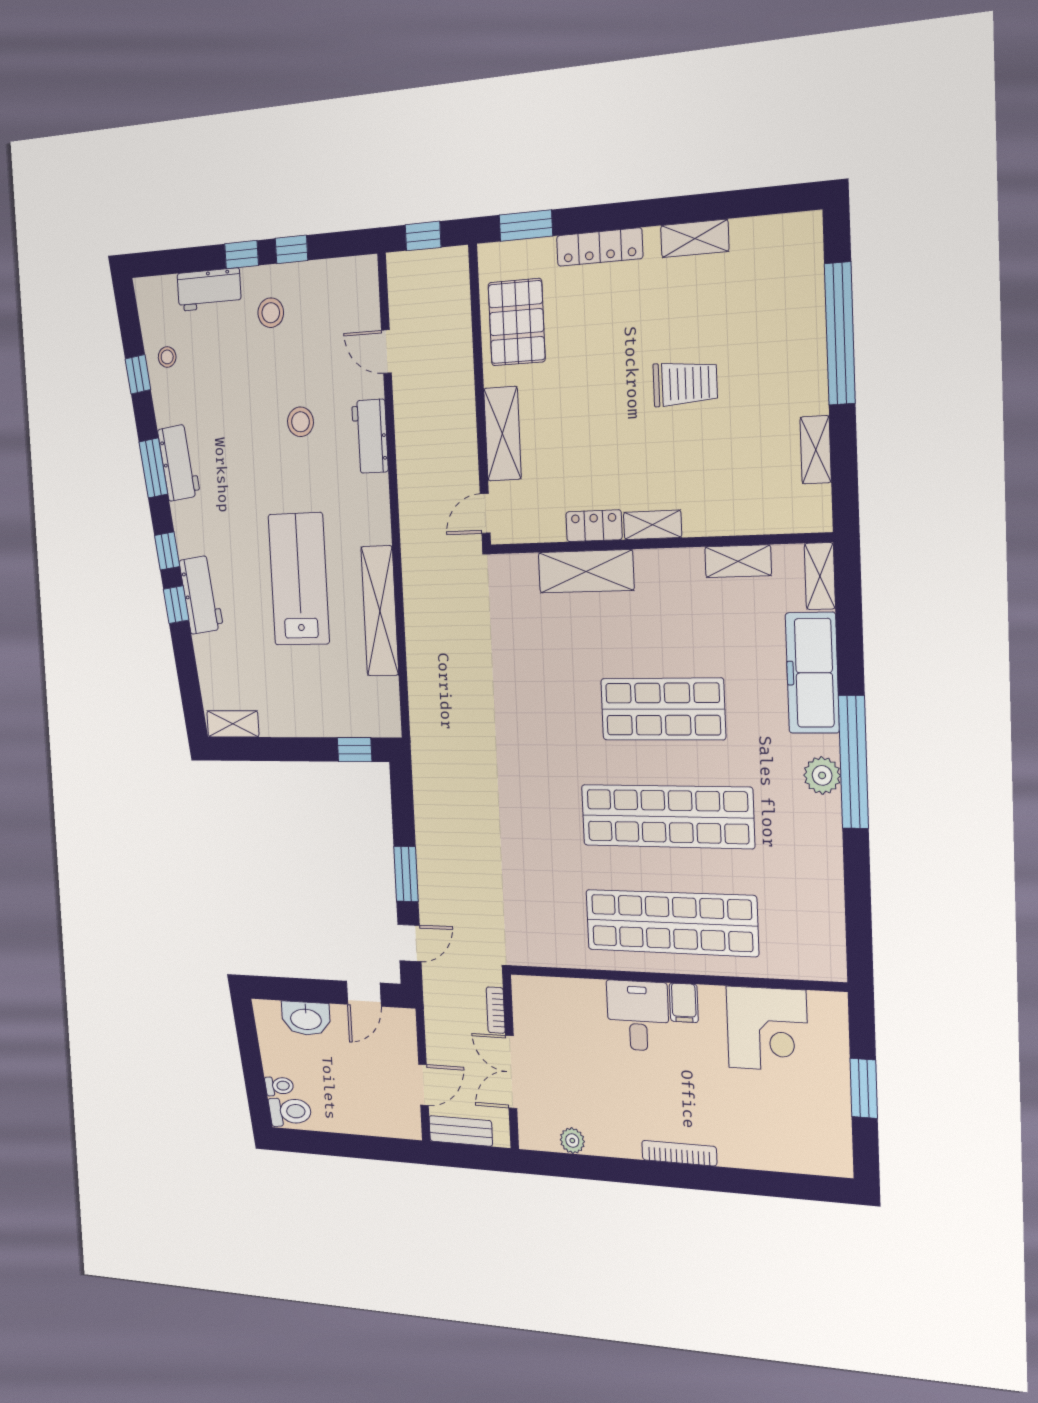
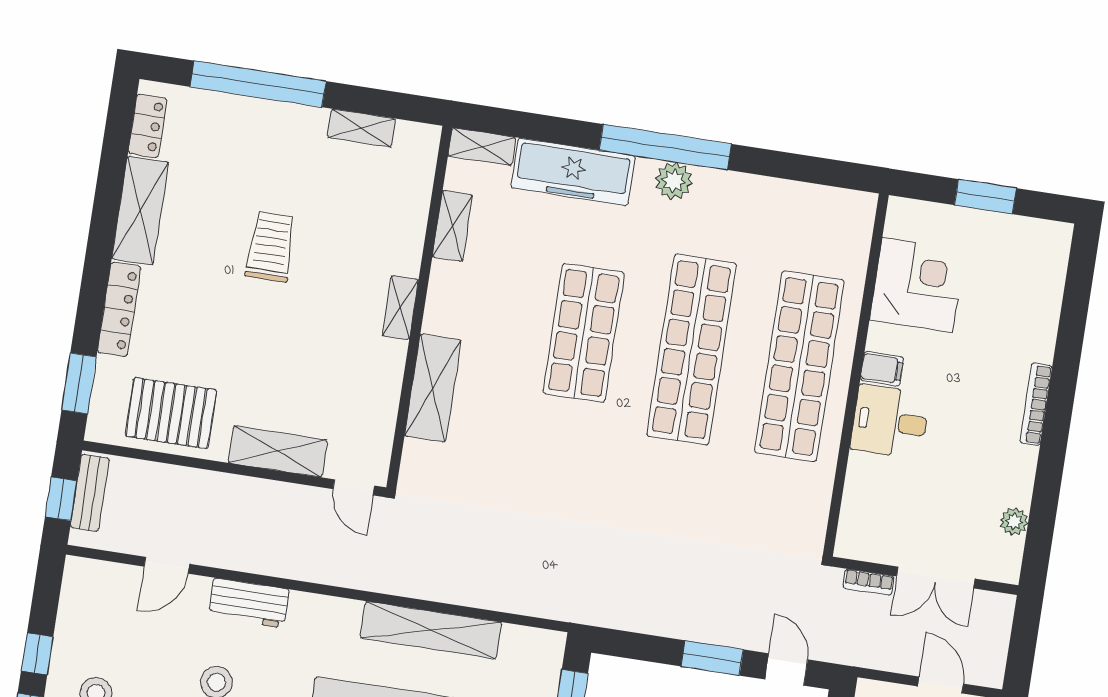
shelving: (695, 238) -> (140, 211), width x1.50, depth x1.33
locker: (594, 526) -> (148, 126), moved, turned 180
bench: (461, 1131) -> (90, 493), moved

